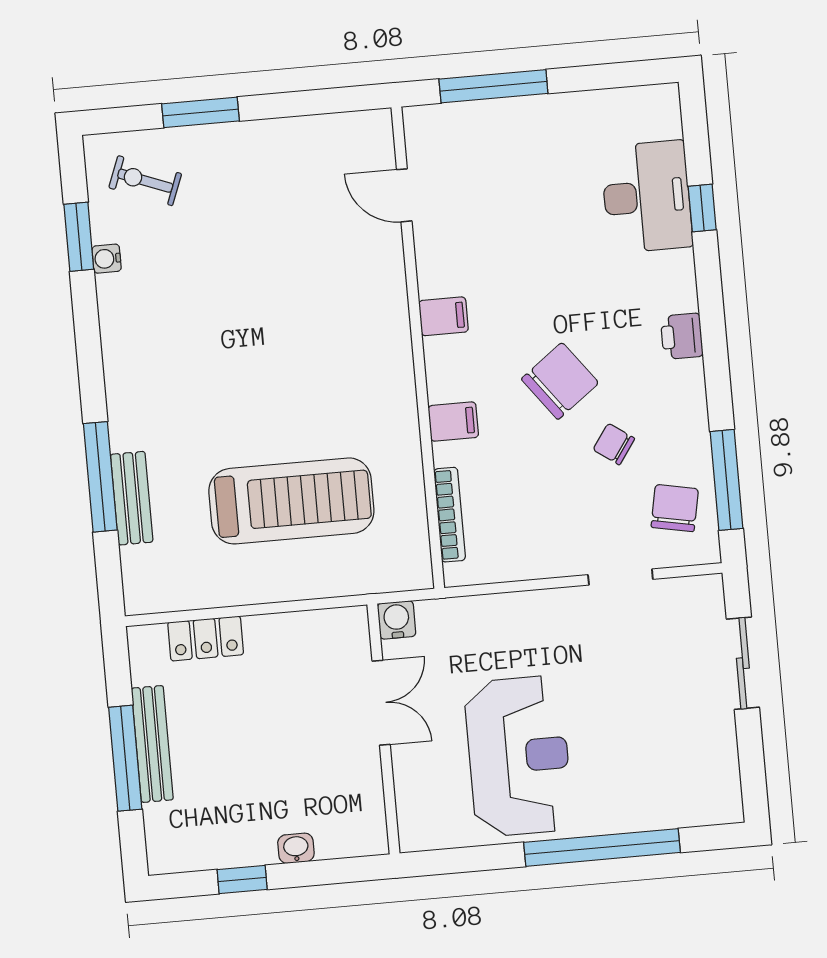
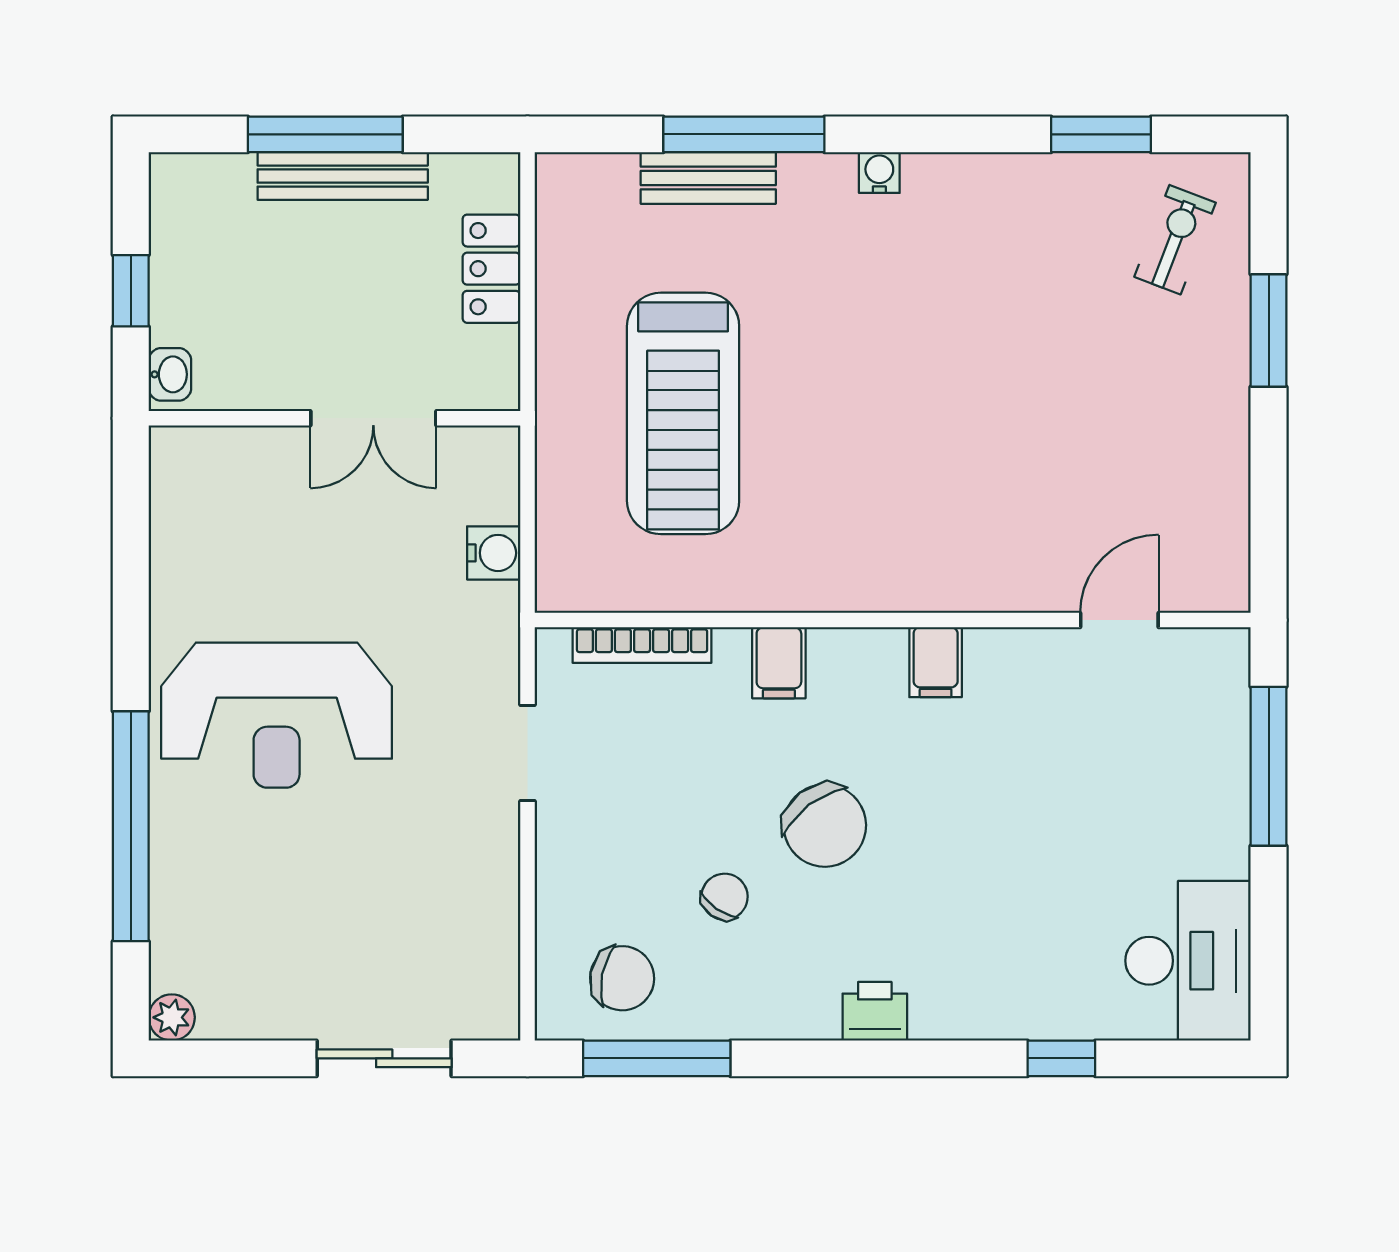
desk: (647, 197) -> (1188, 961), moved, turned -90
water cooler: (107, 259) -> (879, 173), moved
doorway: (620, 577) -> (527, 753), moved
double door: (381, 703) -> (373, 418), moved
wall: (383, 729) -> (334, 418), moved
plant: (728, 808) -> (172, 1017), added

